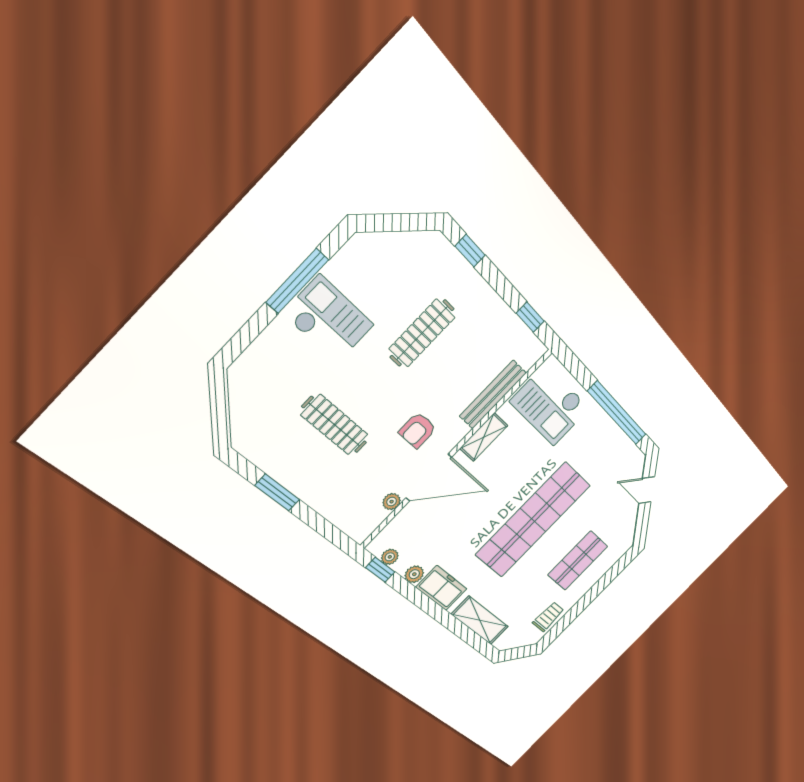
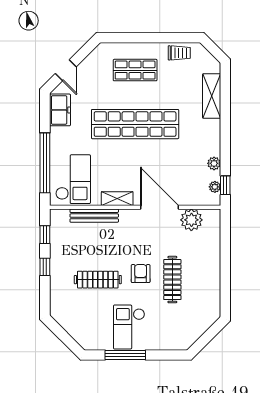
window: (470, 251) -> (45, 267), moved
window: (617, 413) -> (45, 163), moved
armchair: (417, 430) -> (141, 274), moved, turned -90
window: (277, 493) -> (225, 276), removed
plant: (392, 502) -> (191, 220), width x1.87, depth x1.87
freezer: (441, 588) -> (60, 110), moved, turned 180
trolley: (548, 617) -> (179, 53), turned 180

